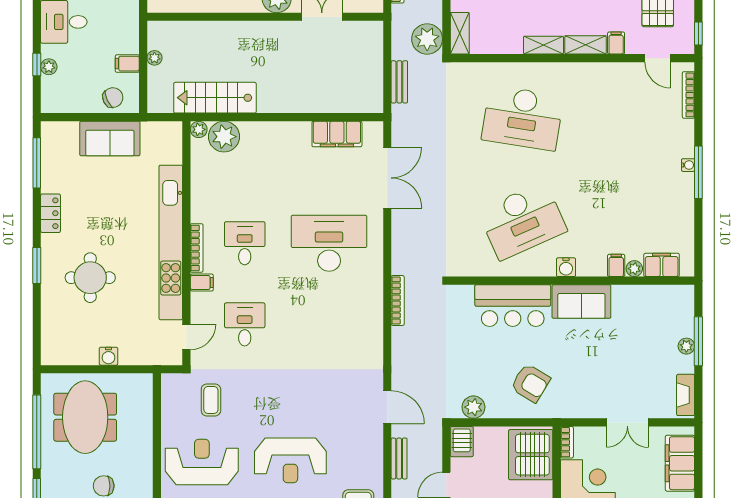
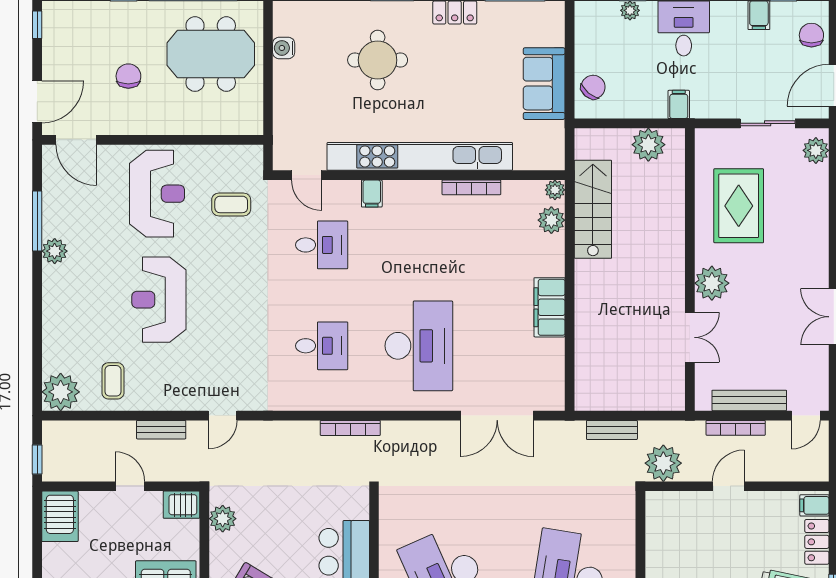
shelving: (460, 33) -> (670, 502), removed
plant: (154, 58) -> (648, 145), width x1.87, depth x1.87
filing cabinet: (127, 64) -> (679, 104), moved
chair: (113, 98) -> (593, 87), turned -115
filing cabinet: (337, 134) -> (549, 307), moved
plant: (224, 137) -> (551, 220), width x0.73, depth x0.73
desk: (245, 243) -> (322, 346), moved
bookcase: (197, 248) -> (471, 187), moved
water cooler: (108, 356) -> (284, 48), moved
door: (387, 407) -> (223, 416), width x0.73

